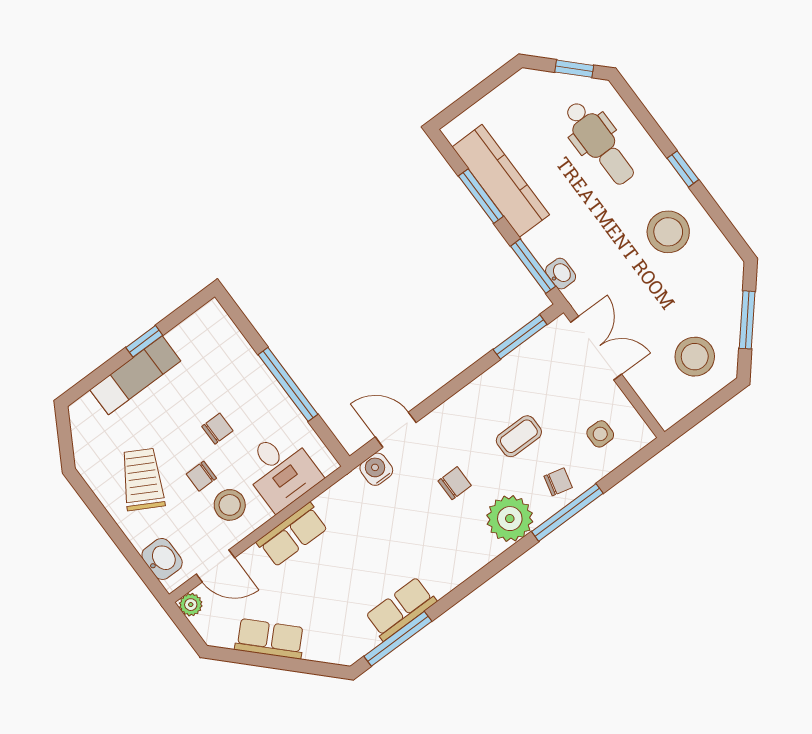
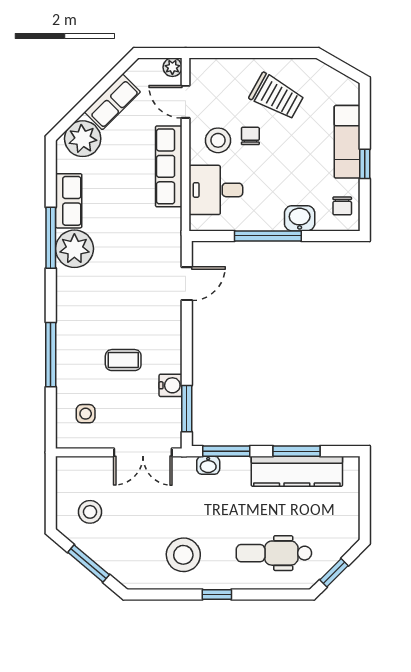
stool: (695, 357) -> (90, 512), width x0.73, depth x0.73
chair: (217, 429) -> (342, 206), moved
coffee table: (519, 436) -> (123, 360), turned 90
water cooler: (376, 469) -> (171, 385), moved
chair: (558, 482) -> (75, 363), removed
chair: (455, 483) -> (124, 296), removed
plant: (510, 519) -> (74, 249), moved
row of seats: (292, 535) -> (169, 166), width x1.48
washbasin: (162, 559) -> (300, 218), moved, turned 180
door: (215, 566) -> (186, 102), hinge flipped
window: (398, 639) -> (51, 238), moved
plant: (329, 641) -> (83, 139), added

